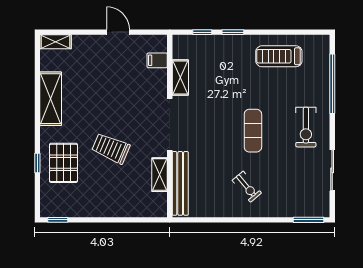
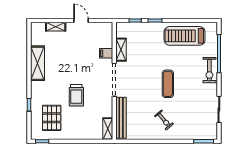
shelving: (56, 42) -> (56, 27), moved
treadmill: (279, 56) -> (185, 36), width x1.37, depth x1.38
filing cabinet: (157, 60) -> (106, 53), moved
exercise bike: (306, 127) -> (209, 70), moved
trolley: (111, 148) -> (76, 95), turned -113
pallet: (64, 163) -> (52, 118), moved
shelving: (160, 175) -> (108, 129), moved

